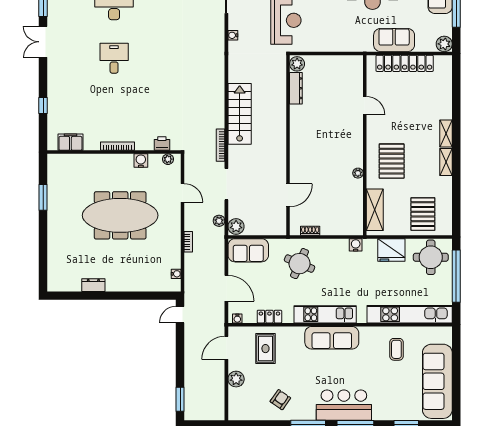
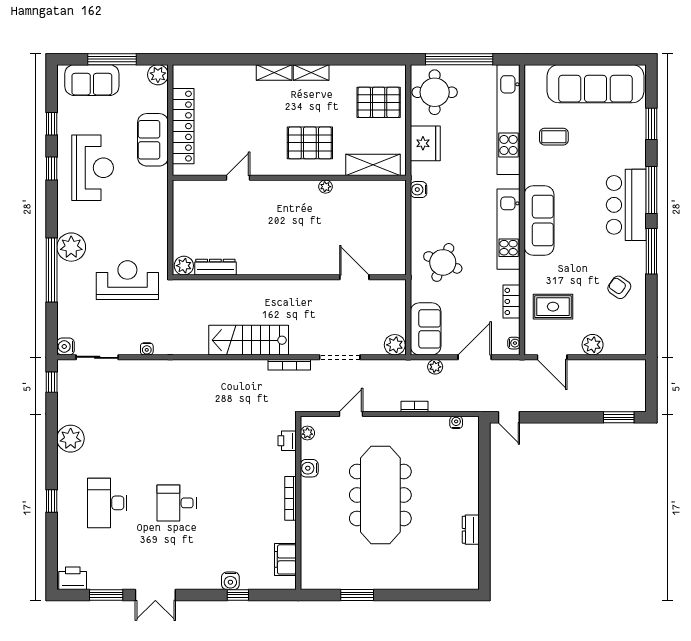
water cooler: (54, 100) -> (230, 581), added
plant: (219, 221) -> (435, 367), moved
shoe rack: (310, 231) -> (400, 249), removed

